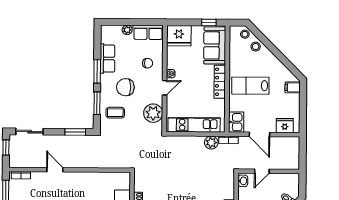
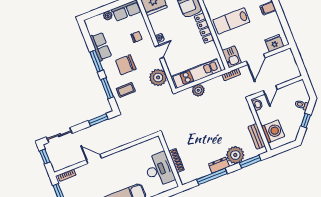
door: (259, 134) -> (256, 59), hinge flipped
plant: (211, 143) -> (198, 90), moved

